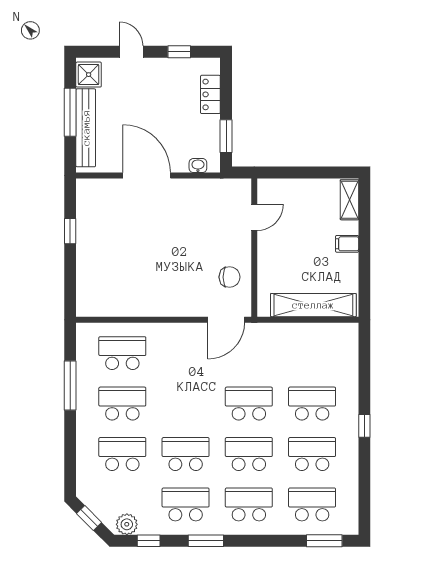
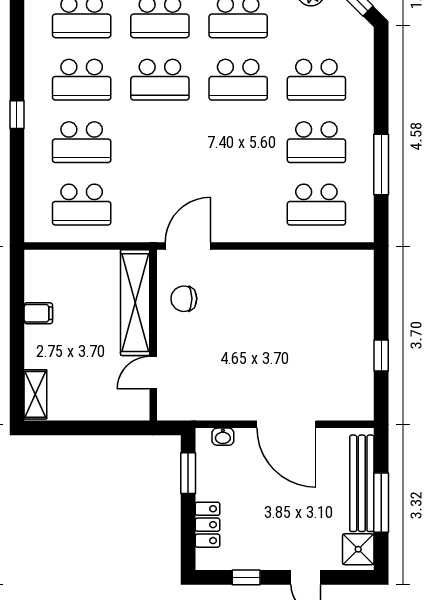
filing cabinet: (347, 244) -> (38, 313), moved
shelving: (313, 305) -> (135, 303), moved, turned 90
school desk: (249, 404) -> (82, 205), moved

